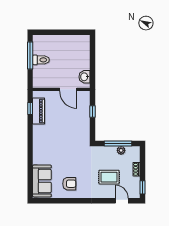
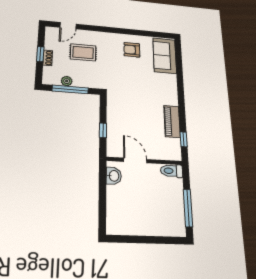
toilet: (41, 60) -> (172, 171), moved
piano: (39, 111) -> (172, 121), moved
window: (142, 187) -> (40, 54), moved
door: (122, 201) -> (68, 26), hinge flipped

